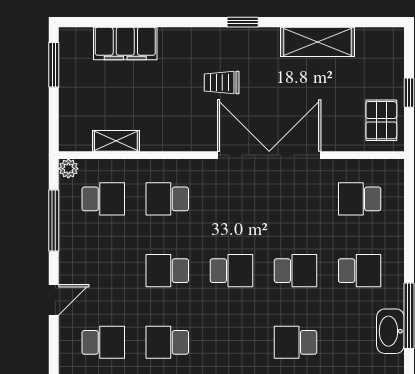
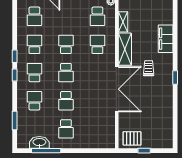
shelving: (318, 42) -> (125, 49), moved
filing cabinet: (125, 44) -> (166, 39), moved
school desk: (360, 199) -> (34, 73), moved

